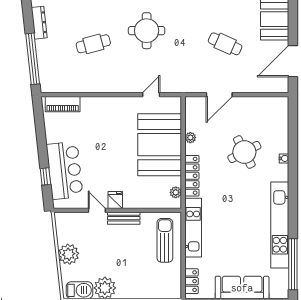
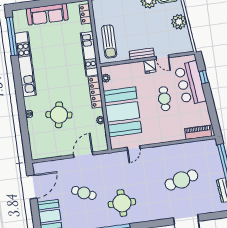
round table: (147, 31) -> (122, 203), moved
cafe table: (93, 44) -> (181, 180), width x1.37, depth x1.35
round table: (244, 152) -> (59, 115), turned 36
cafe table: (101, 155) -> (164, 99), added

